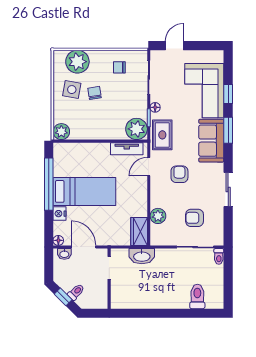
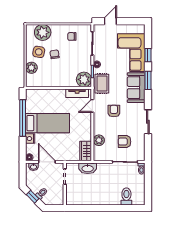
plant: (61, 132) -> (31, 68), moved

